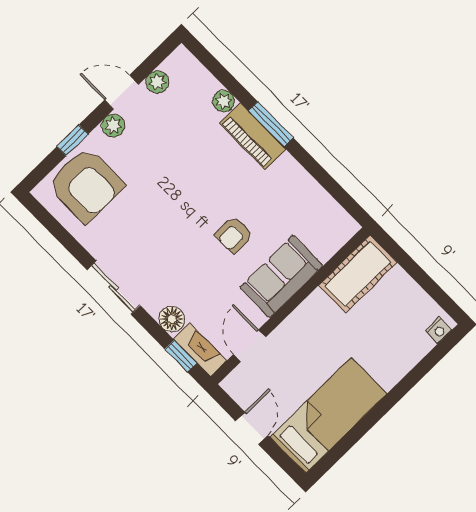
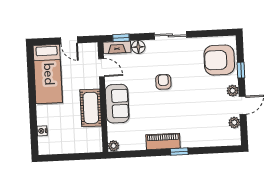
plant: (224, 101) -> (114, 146), moved
window: (271, 124) -> (179, 152), width x0.67
piano: (253, 136) -> (163, 141), moved
armchair: (234, 235) -> (163, 82), moved
cot: (358, 274) -> (91, 108), moved
nightstand: (438, 330) -> (42, 131), moved

